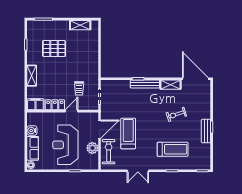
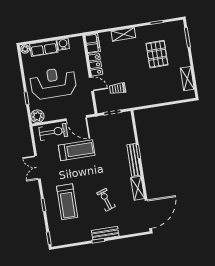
bench: (206, 131) -> (105, 233), moved
plant: (92, 148) -> (37, 116), moved

